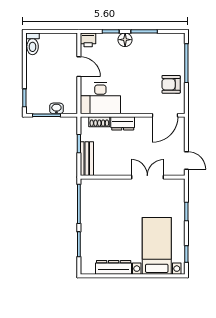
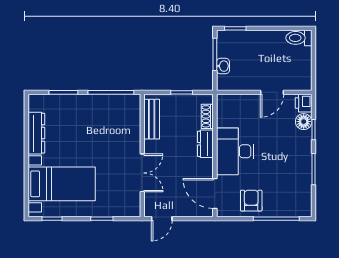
floor lamp: (125, 40) -> (304, 122), moved
desk: (100, 98) -> (235, 151), moved
bench: (87, 159) -> (152, 119), moved, turned 90

